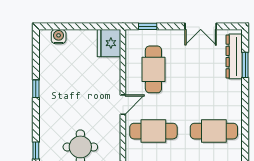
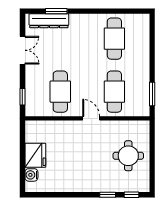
fridge: (109, 43) -> (35, 155), moved, turned -90
cafe table: (153, 69) -> (60, 92), turned 90
window: (36, 89) -> (108, 195), moved

